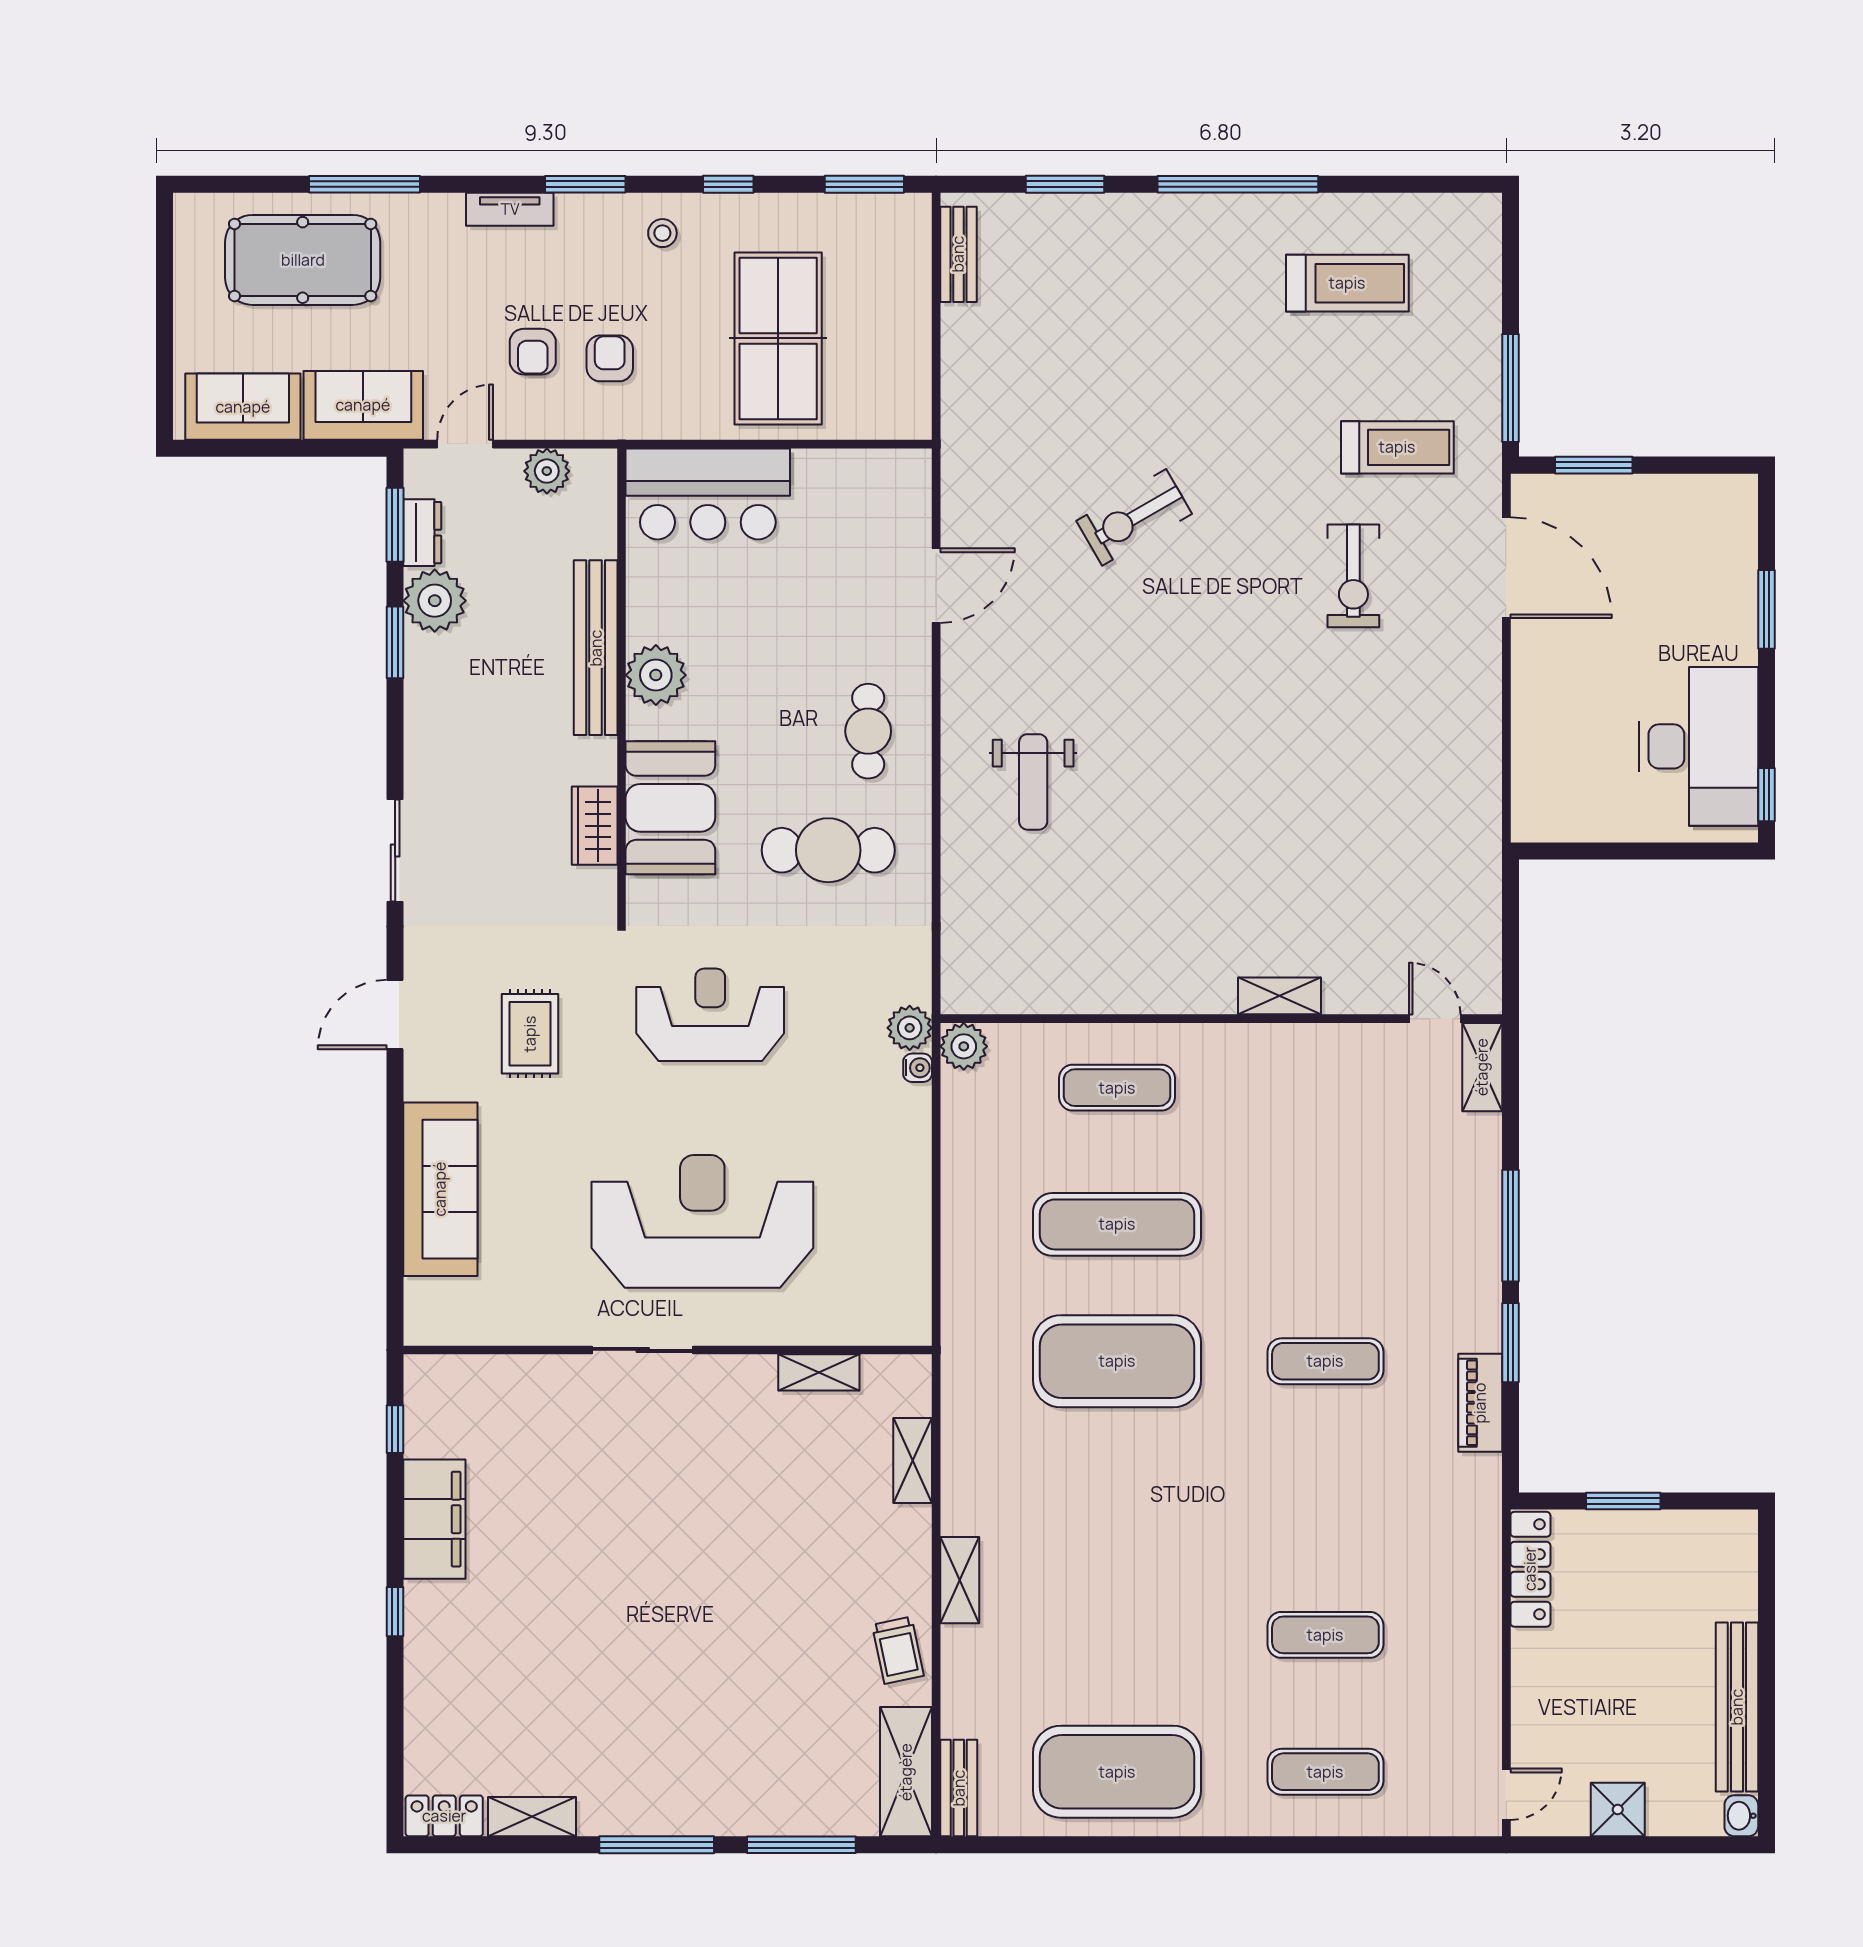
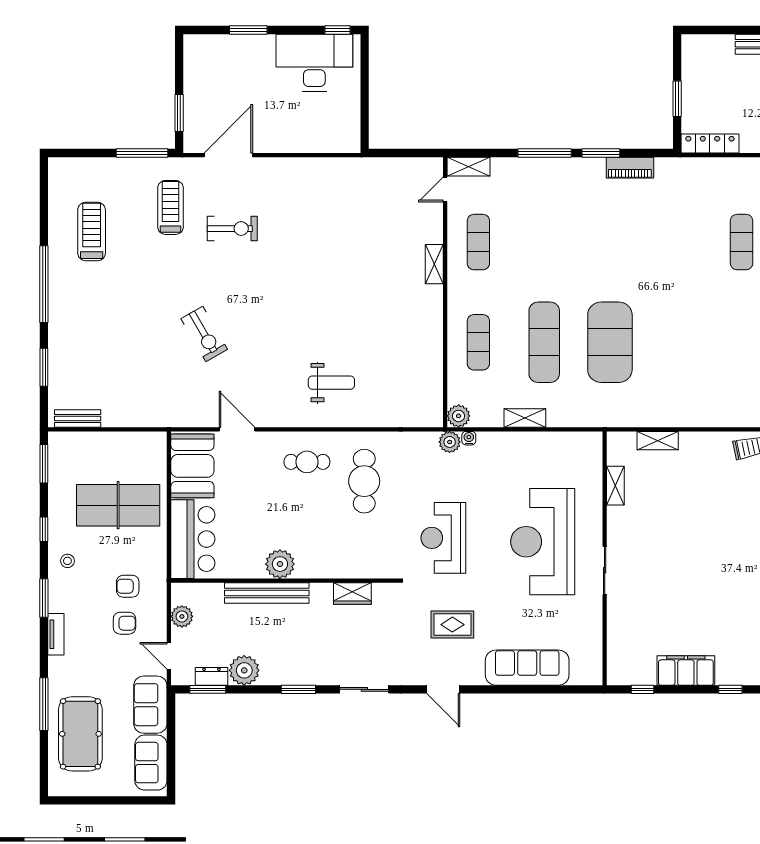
window: (395, 642) -> (298, 689), moved
booth: (670, 808) -> (192, 466), moved, turned 90
exercise mat: (1325, 1361) -> (478, 242), moved
shelving: (960, 1580) -> (525, 418), moved

